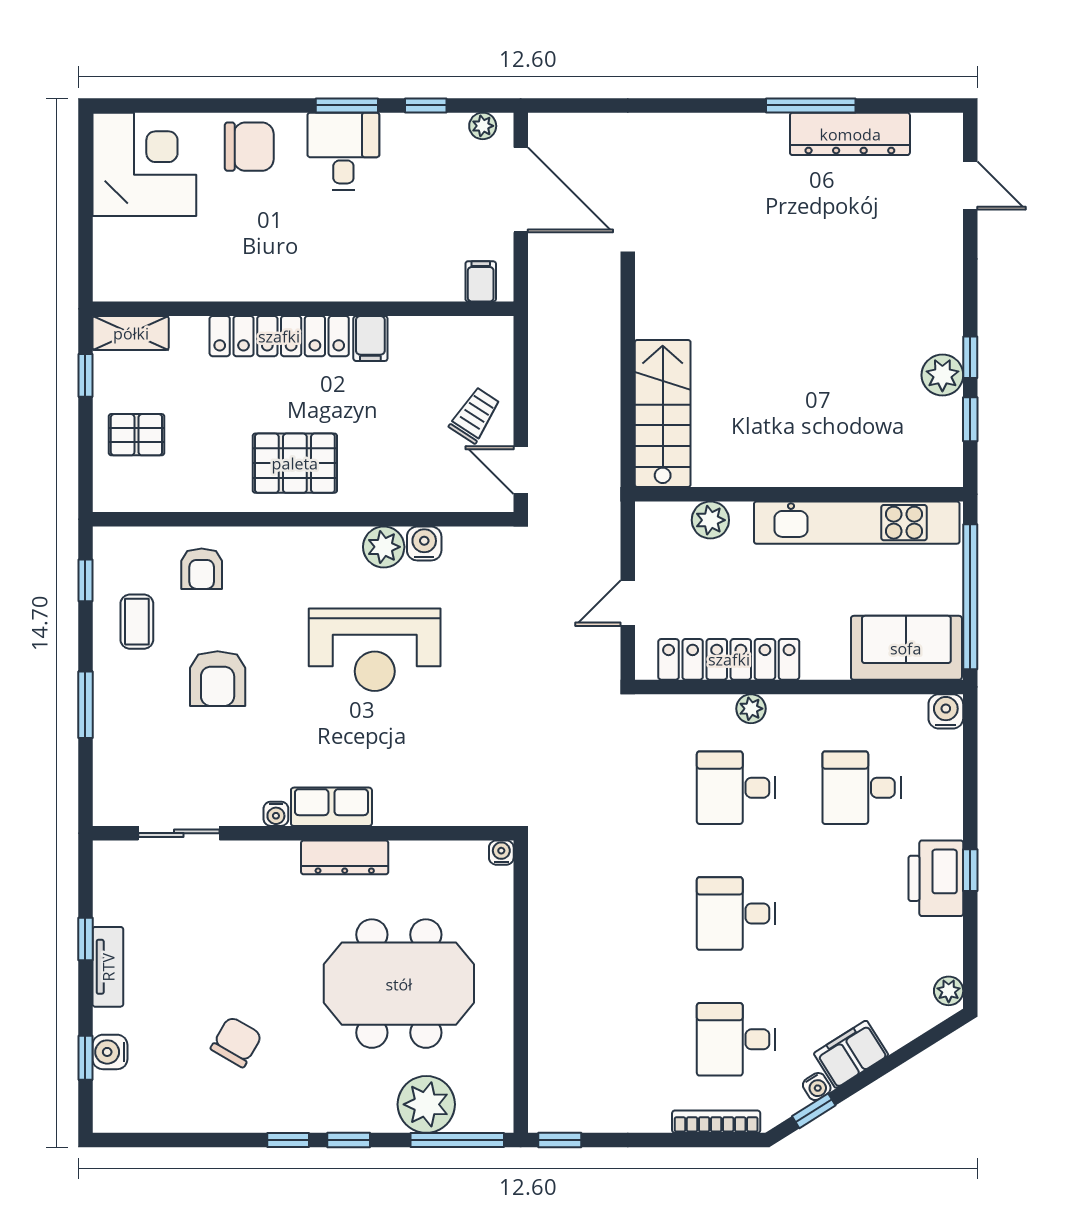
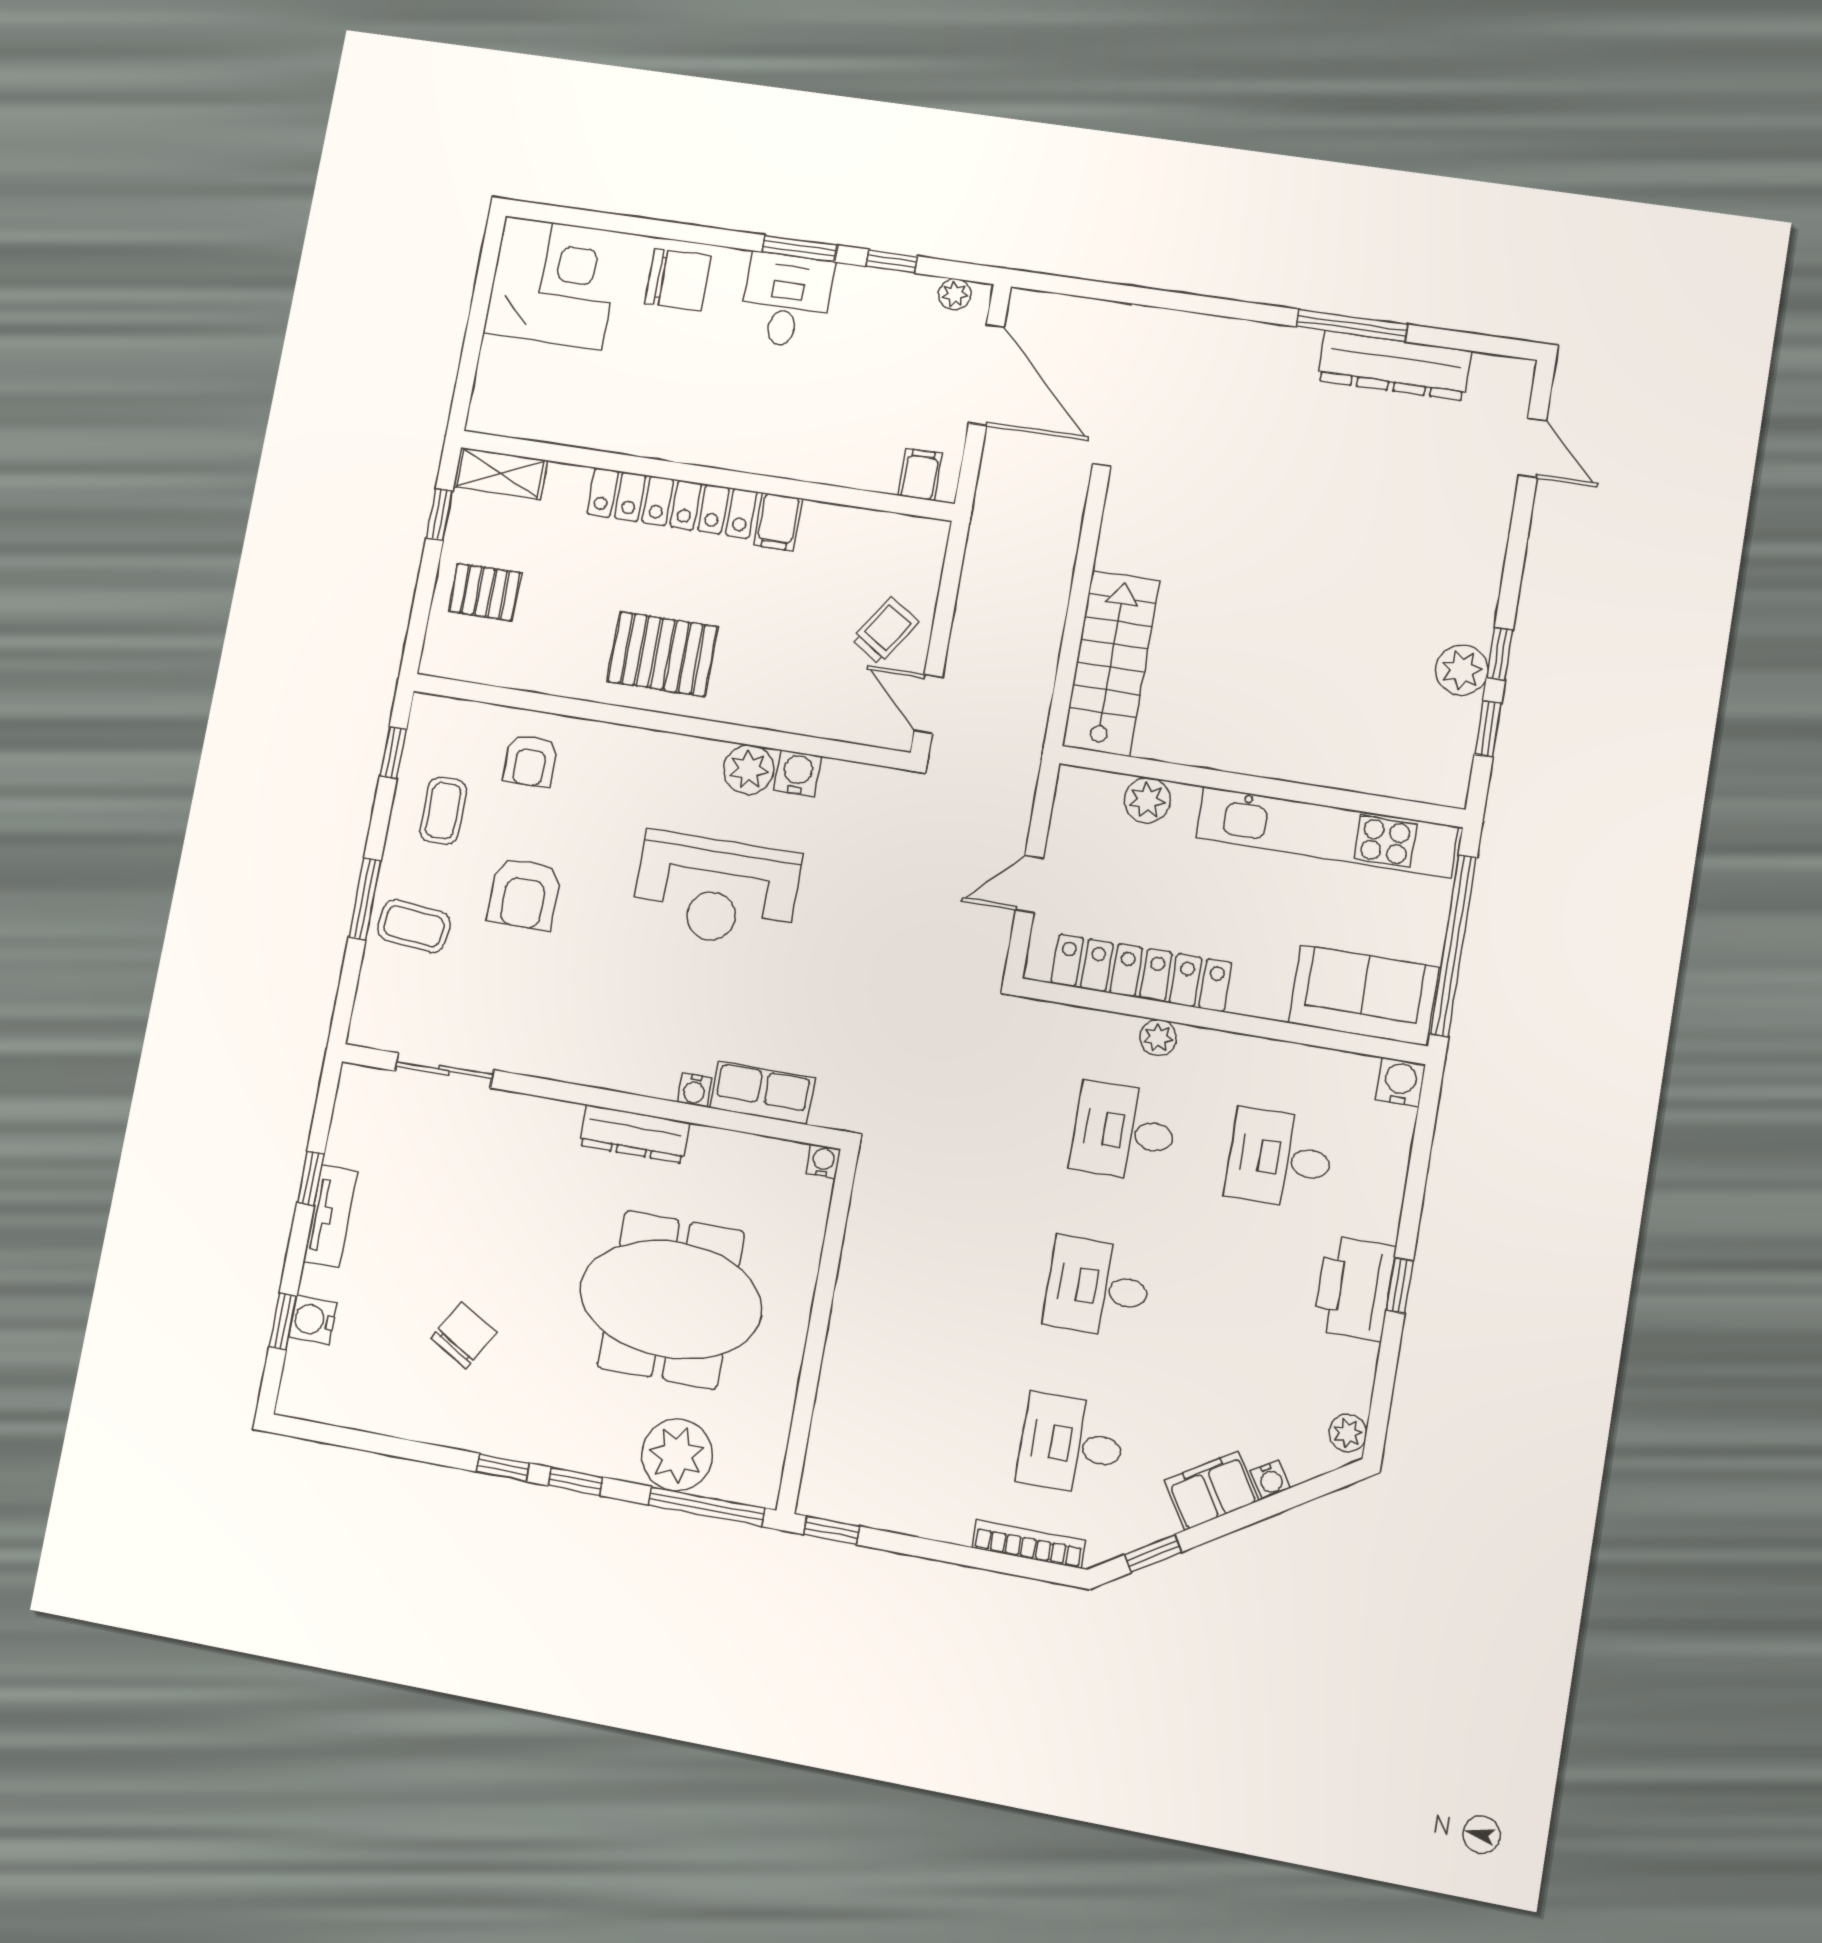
coffee table: (131, 720) -> (414, 926), added
row of seats: (331, 807) -> (762, 1093), moved
water cooler: (276, 814) -> (694, 1090), moved
water cooler: (817, 1087) -> (1271, 1479), moved

